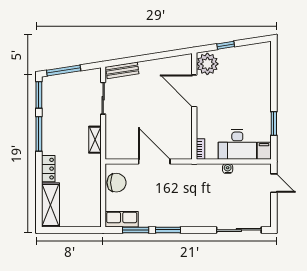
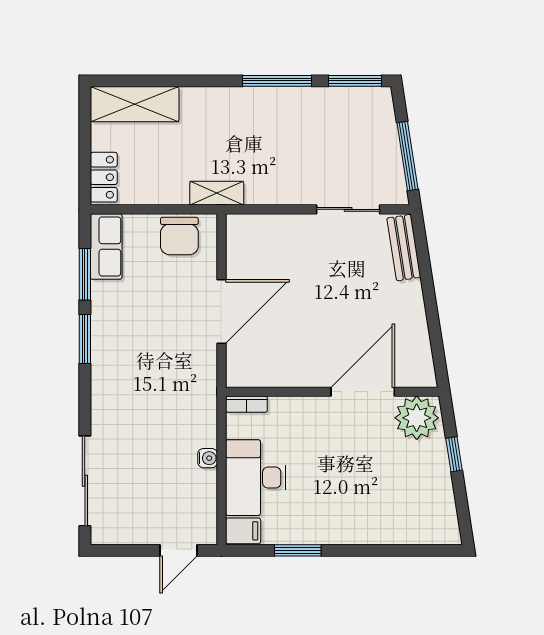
window: (64, 70) -> (407, 156), moved
shelving: (95, 140) -> (217, 193), moved
locker: (48, 169) -> (104, 177), moved, turned -90

